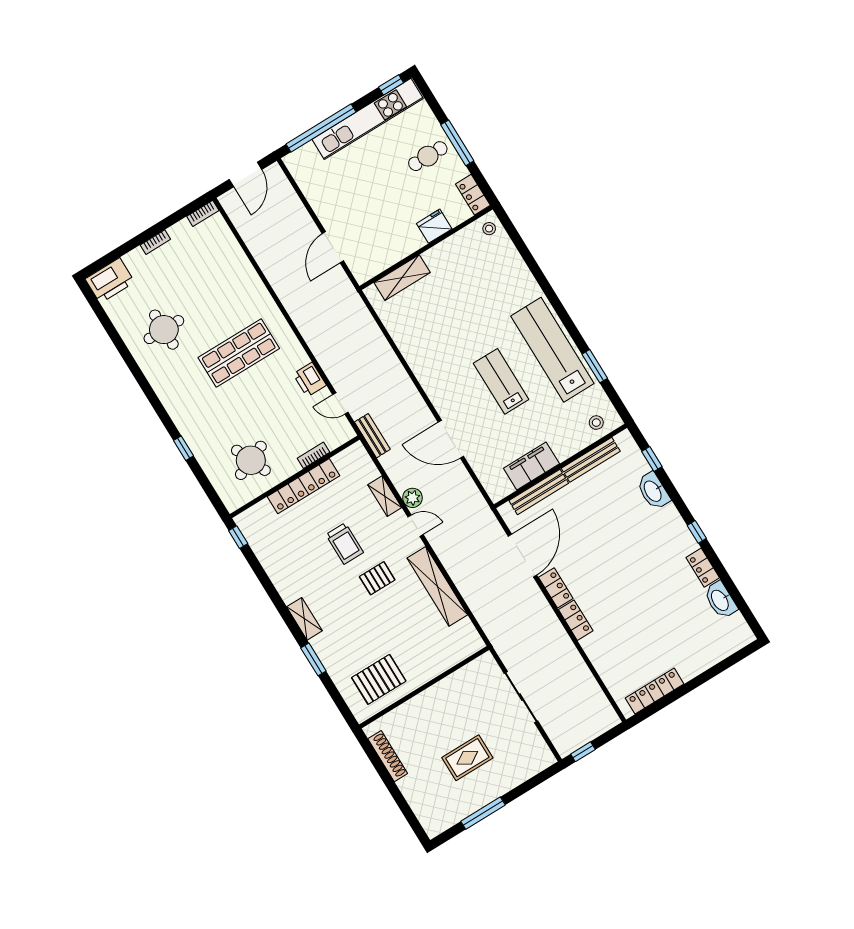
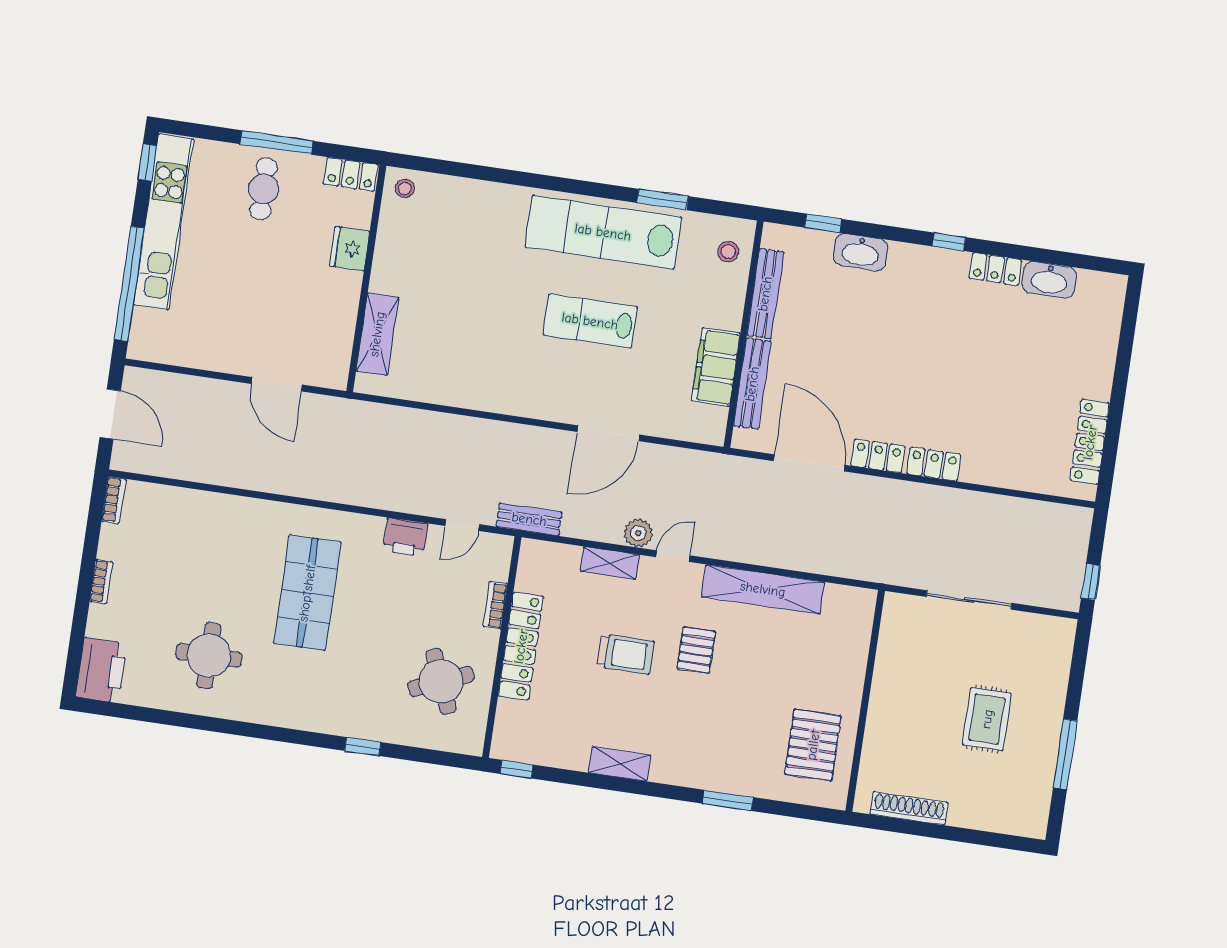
shelving: (304, 619) -> (619, 764), moved

